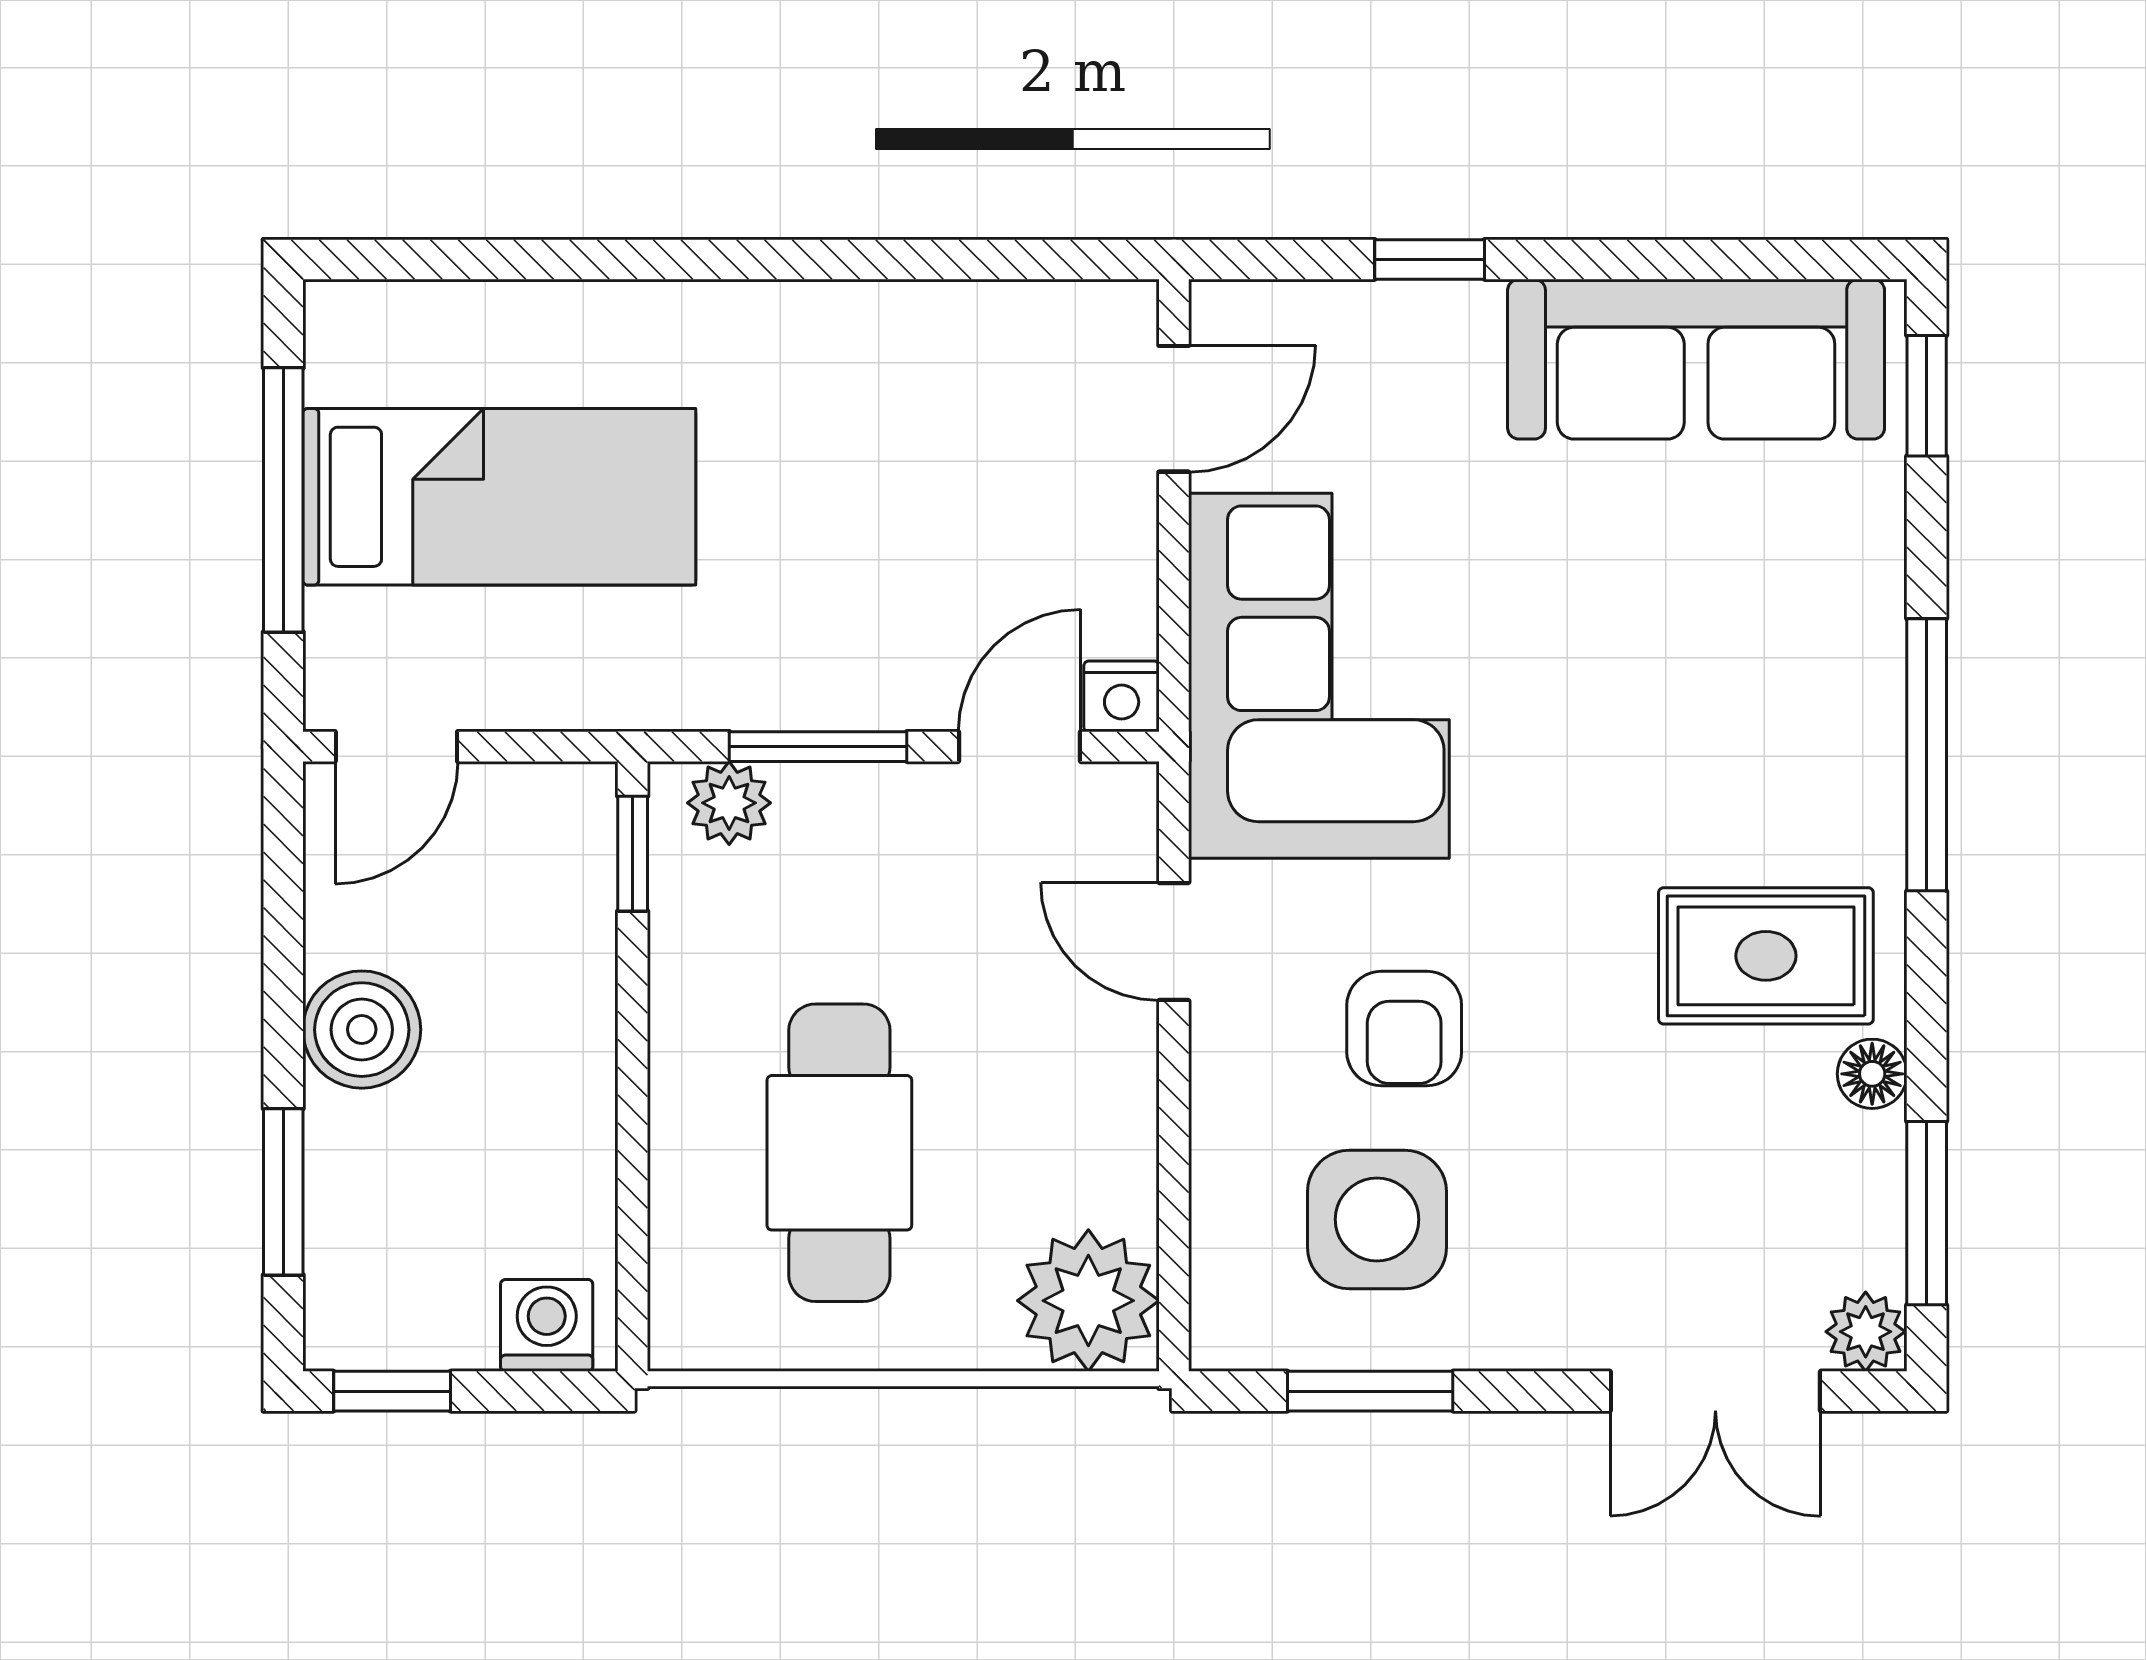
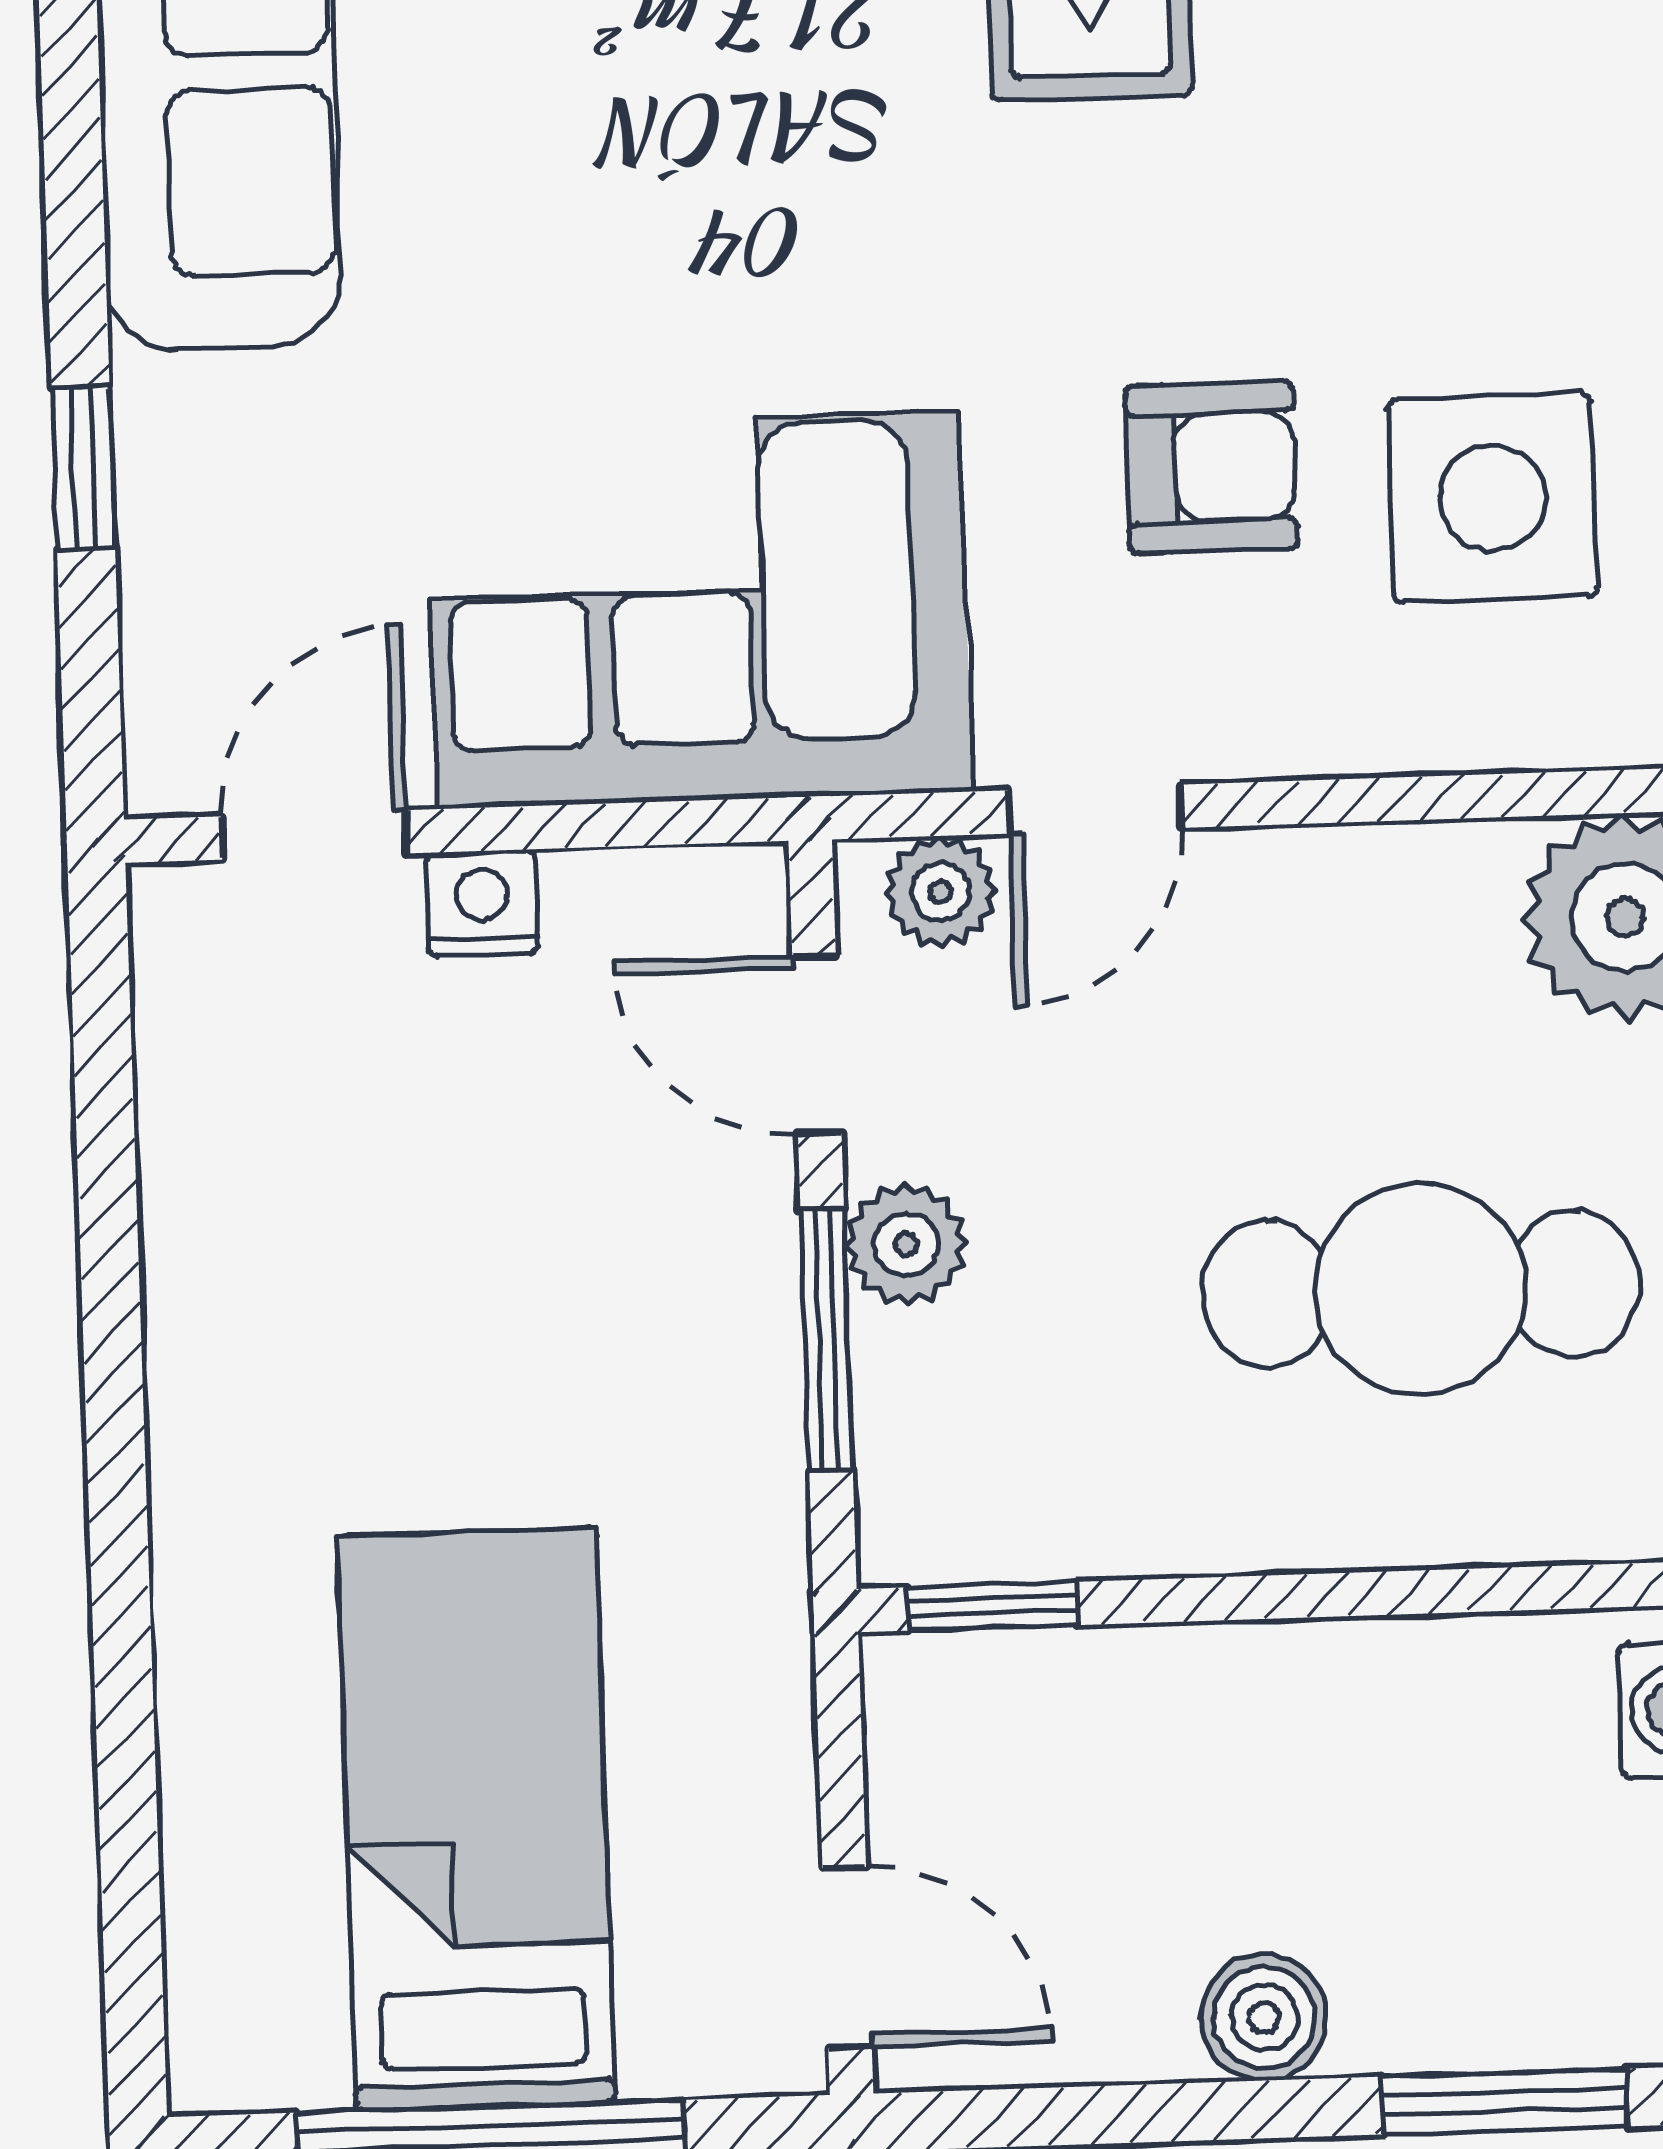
door: (1174, 409) -> (314, 835), hinge flipped
nightstand: (1122, 696) -> (482, 903), moved, turned -90
plant: (729, 803) -> (906, 1244), moved
plant: (1121, 834) -> (940, 892), added
boiler: (362, 1030) -> (1264, 2017), width x0.73, depth x0.73

